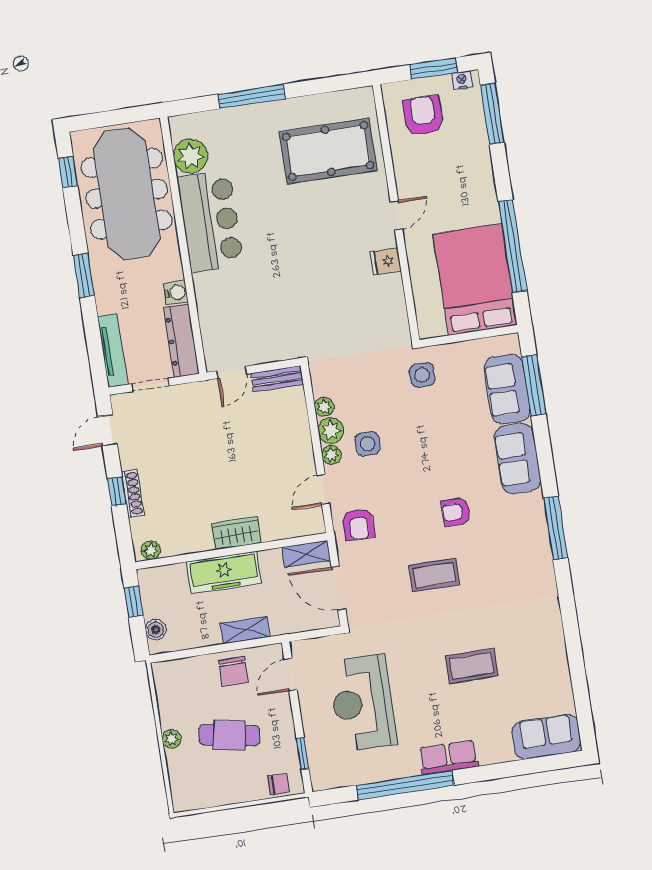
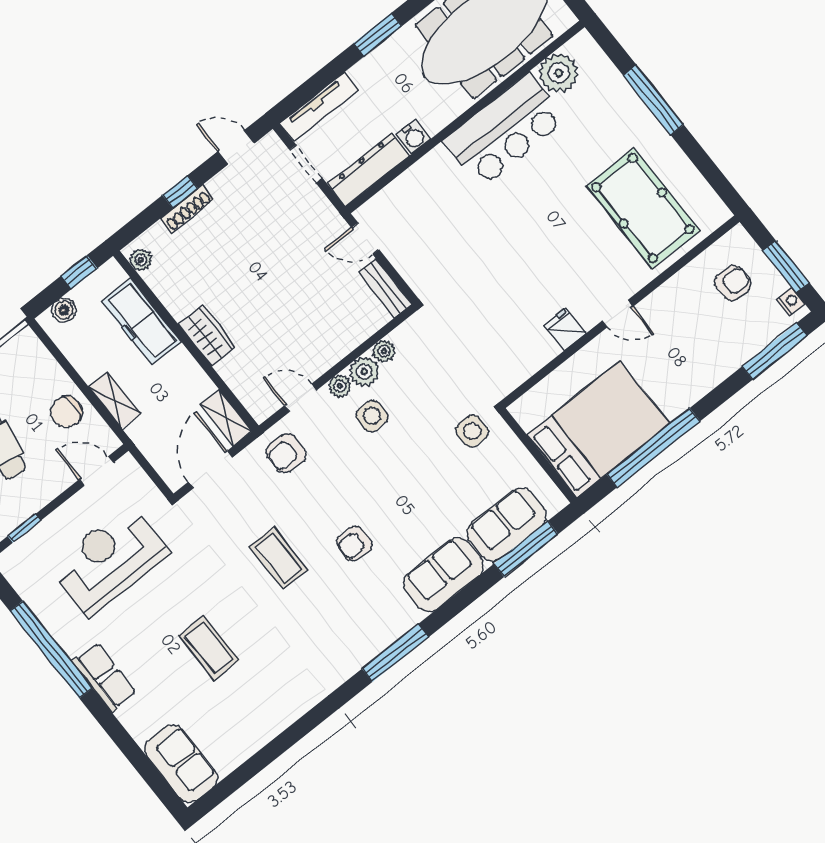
armchair: (423, 115) -> (733, 283), width x0.72, depth x0.72
armchair: (456, 512) -> (354, 543), turned -90
freezer: (224, 572) -> (141, 322), moved

